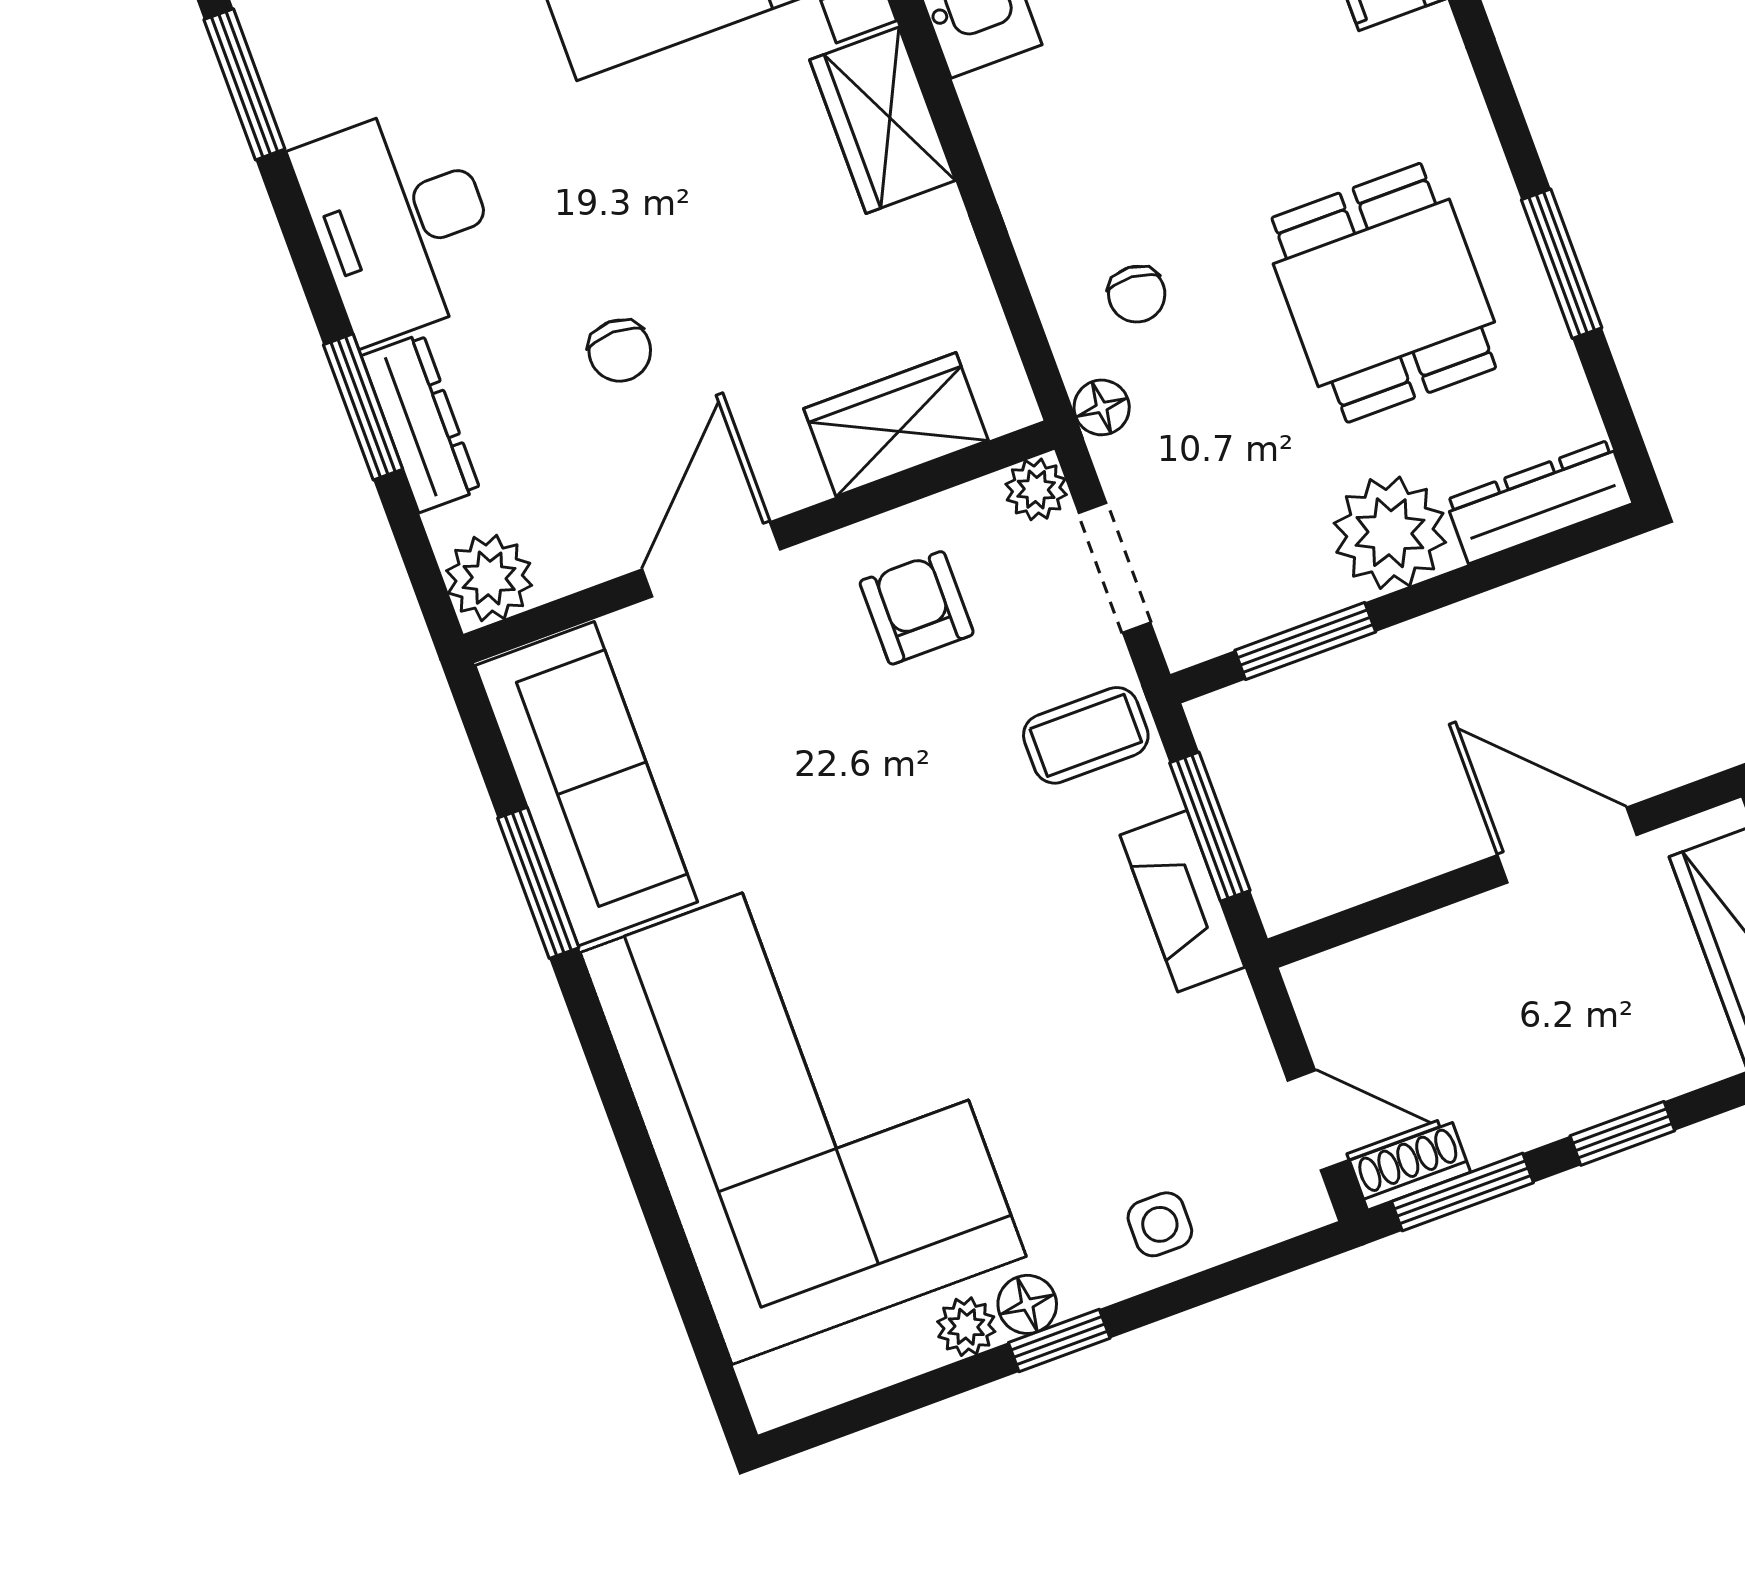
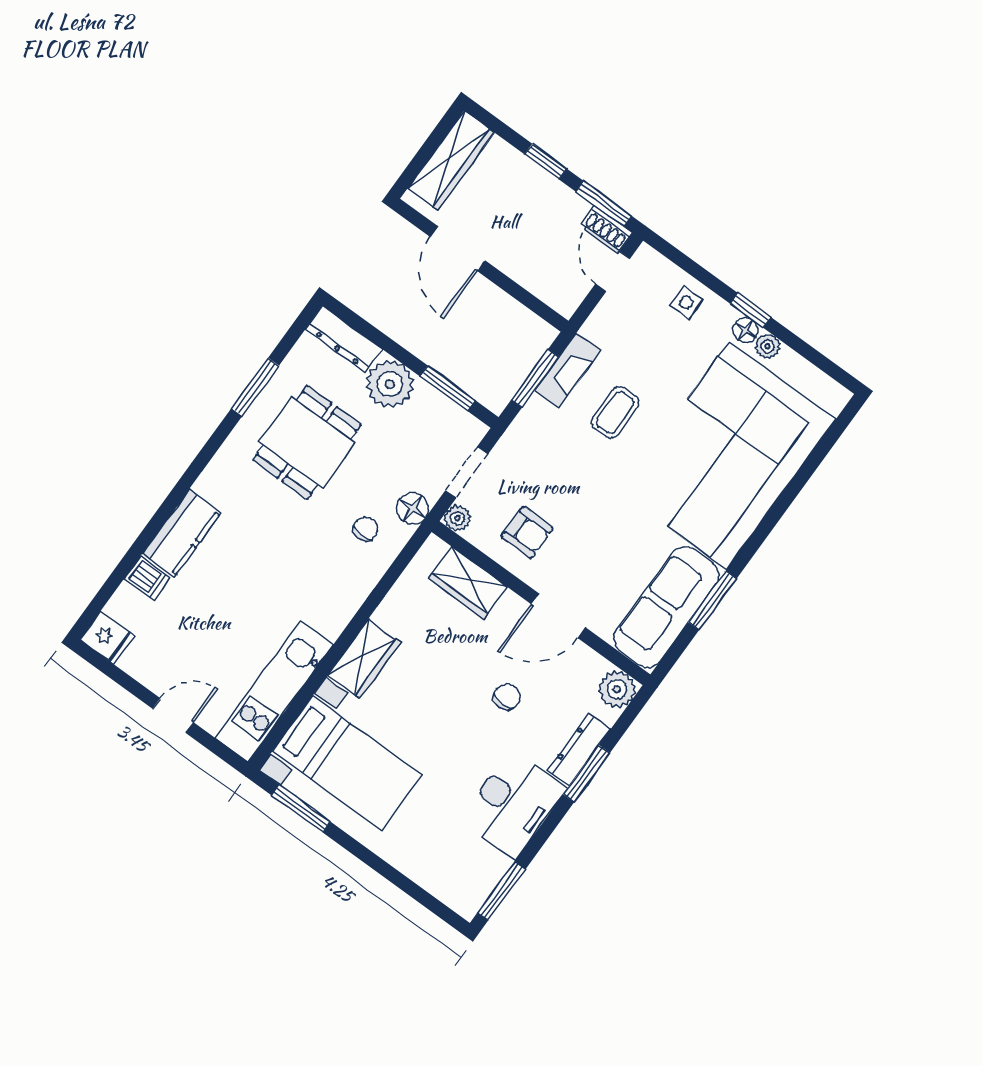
floor lamp: (1102, 407) -> (413, 509), width x1.37, depth x1.37
armchair: (917, 608) -> (527, 532), turned -90
coffee table: (1086, 735) -> (615, 412), moved, turned 90

